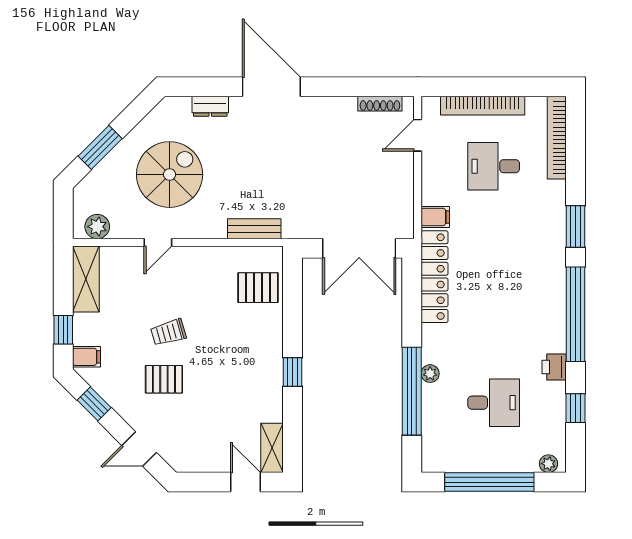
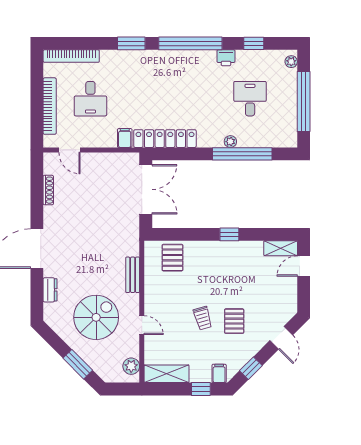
shoe rack: (380, 104) -> (48, 190), moved
spiral stairs: (170, 175) -> (96, 317), turned 90
bench: (254, 229) -> (133, 275), moved

